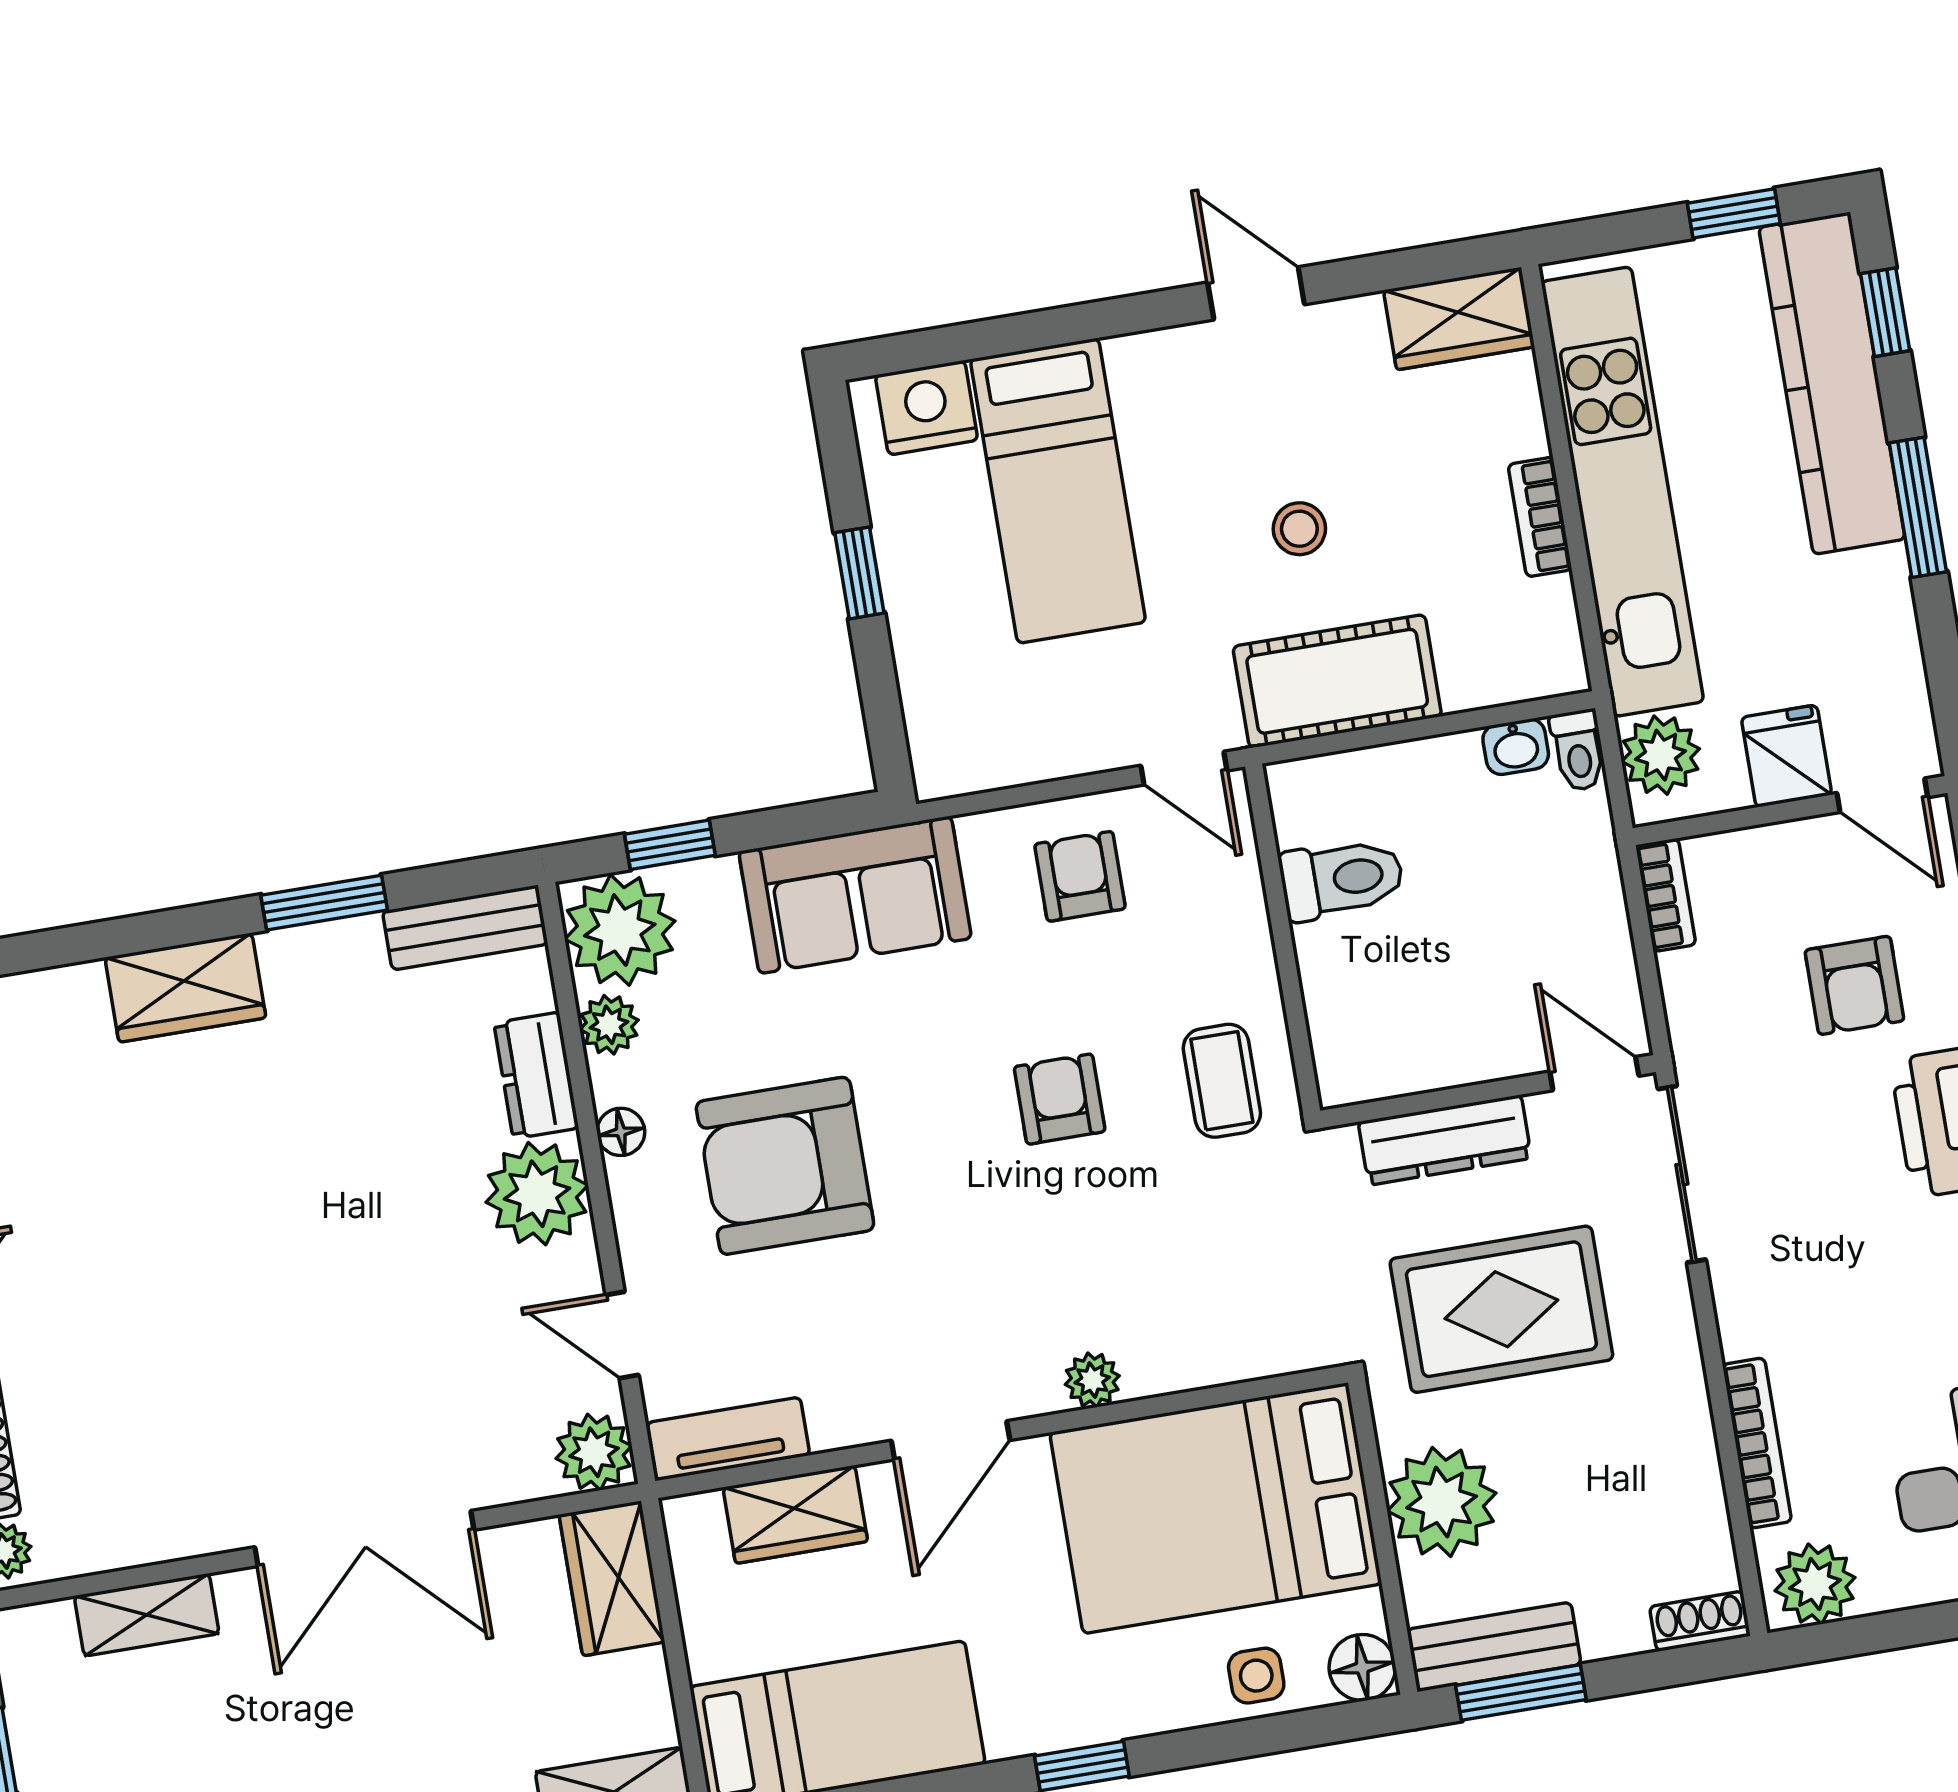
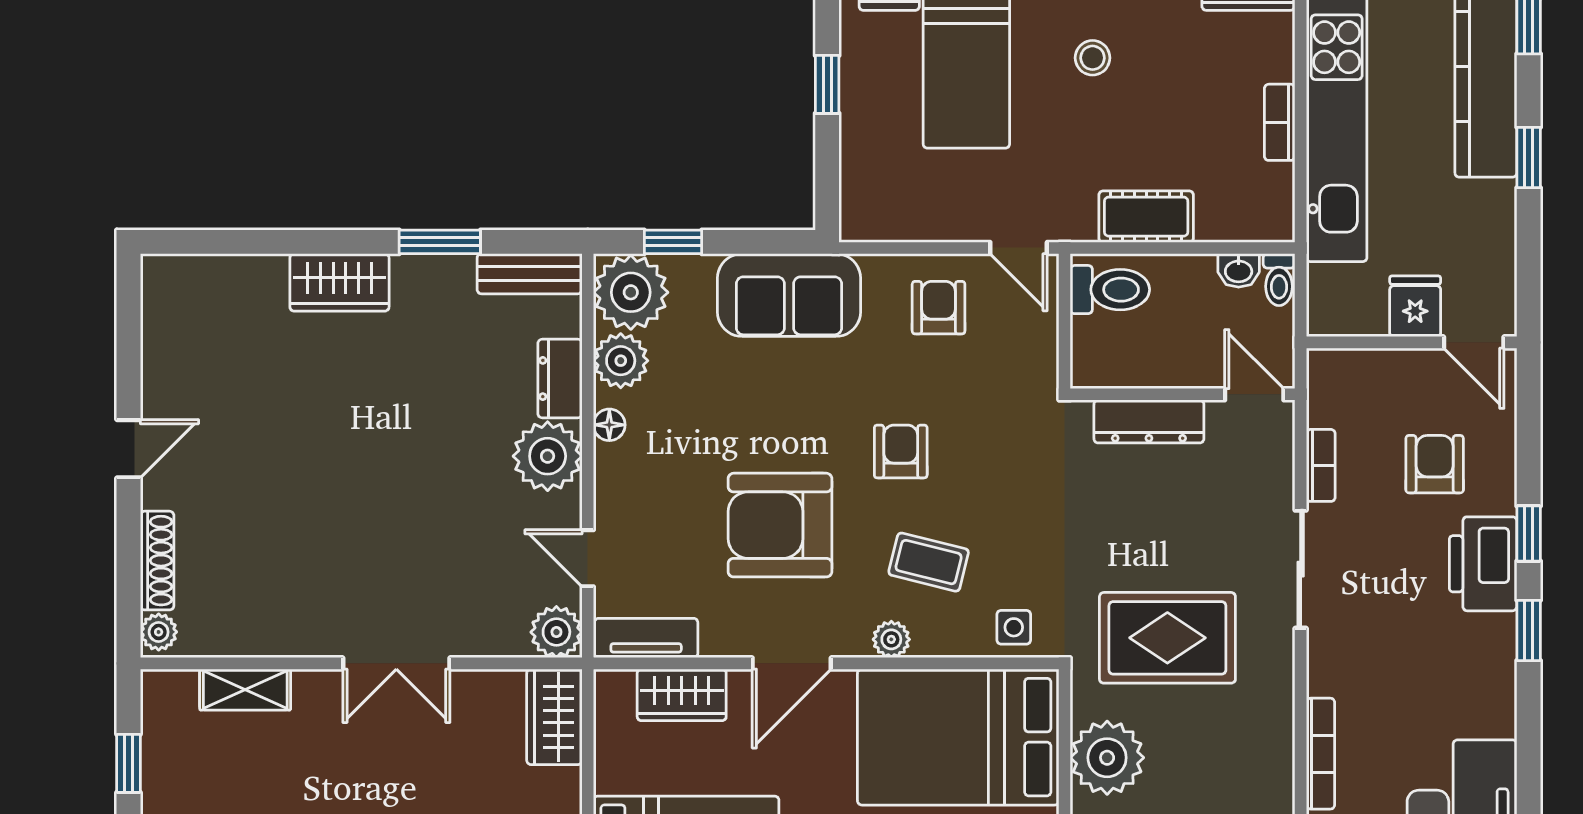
window: (1918, 507) -> (1529, 158), width x0.67
stool: (1299, 529) -> (1093, 58), moved
cot: (1337, 681) -> (1146, 217), width x0.73, depth x0.75
plant: (1661, 755) -> (1333, 292), removed
toilet: (1342, 879) -> (1110, 290), moved
bookcase: (1666, 895) -> (1321, 465), moved
armchair: (1854, 985) -> (1435, 464), turned 180
plant: (609, 1025) -> (621, 361), width x1.38, depth x1.38
door: (1594, 1074) -> (1254, 394), moved
coffee table: (1222, 1081) -> (929, 562), moved, turned -76
wall: (1488, 1091) -> (1183, 394), moved
dresser: (1445, 1140) -> (1149, 421), moved
armchair: (785, 1166) -> (780, 525), moved
side table: (1271, 1332) -> (1014, 627), added
double door: (364, 1538) -> (396, 663), width x0.73

